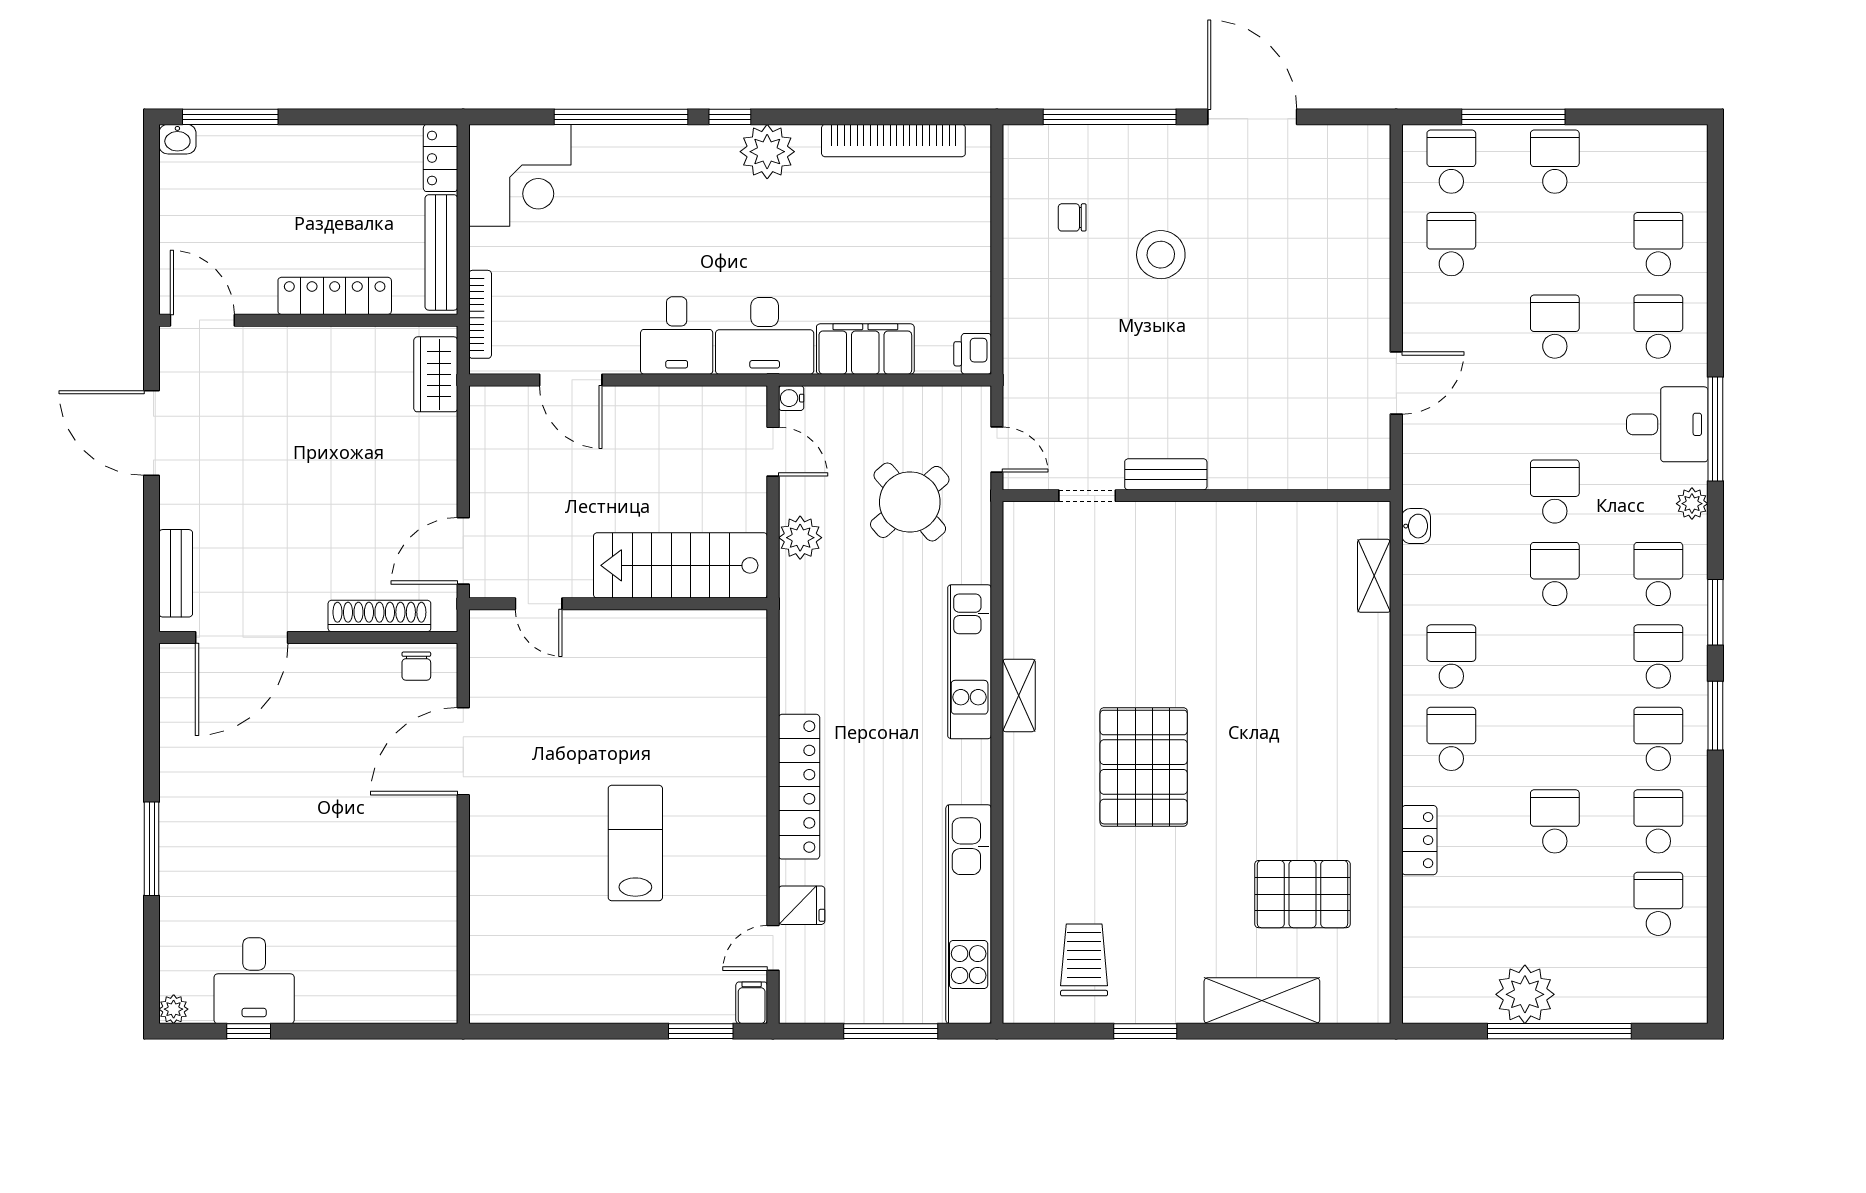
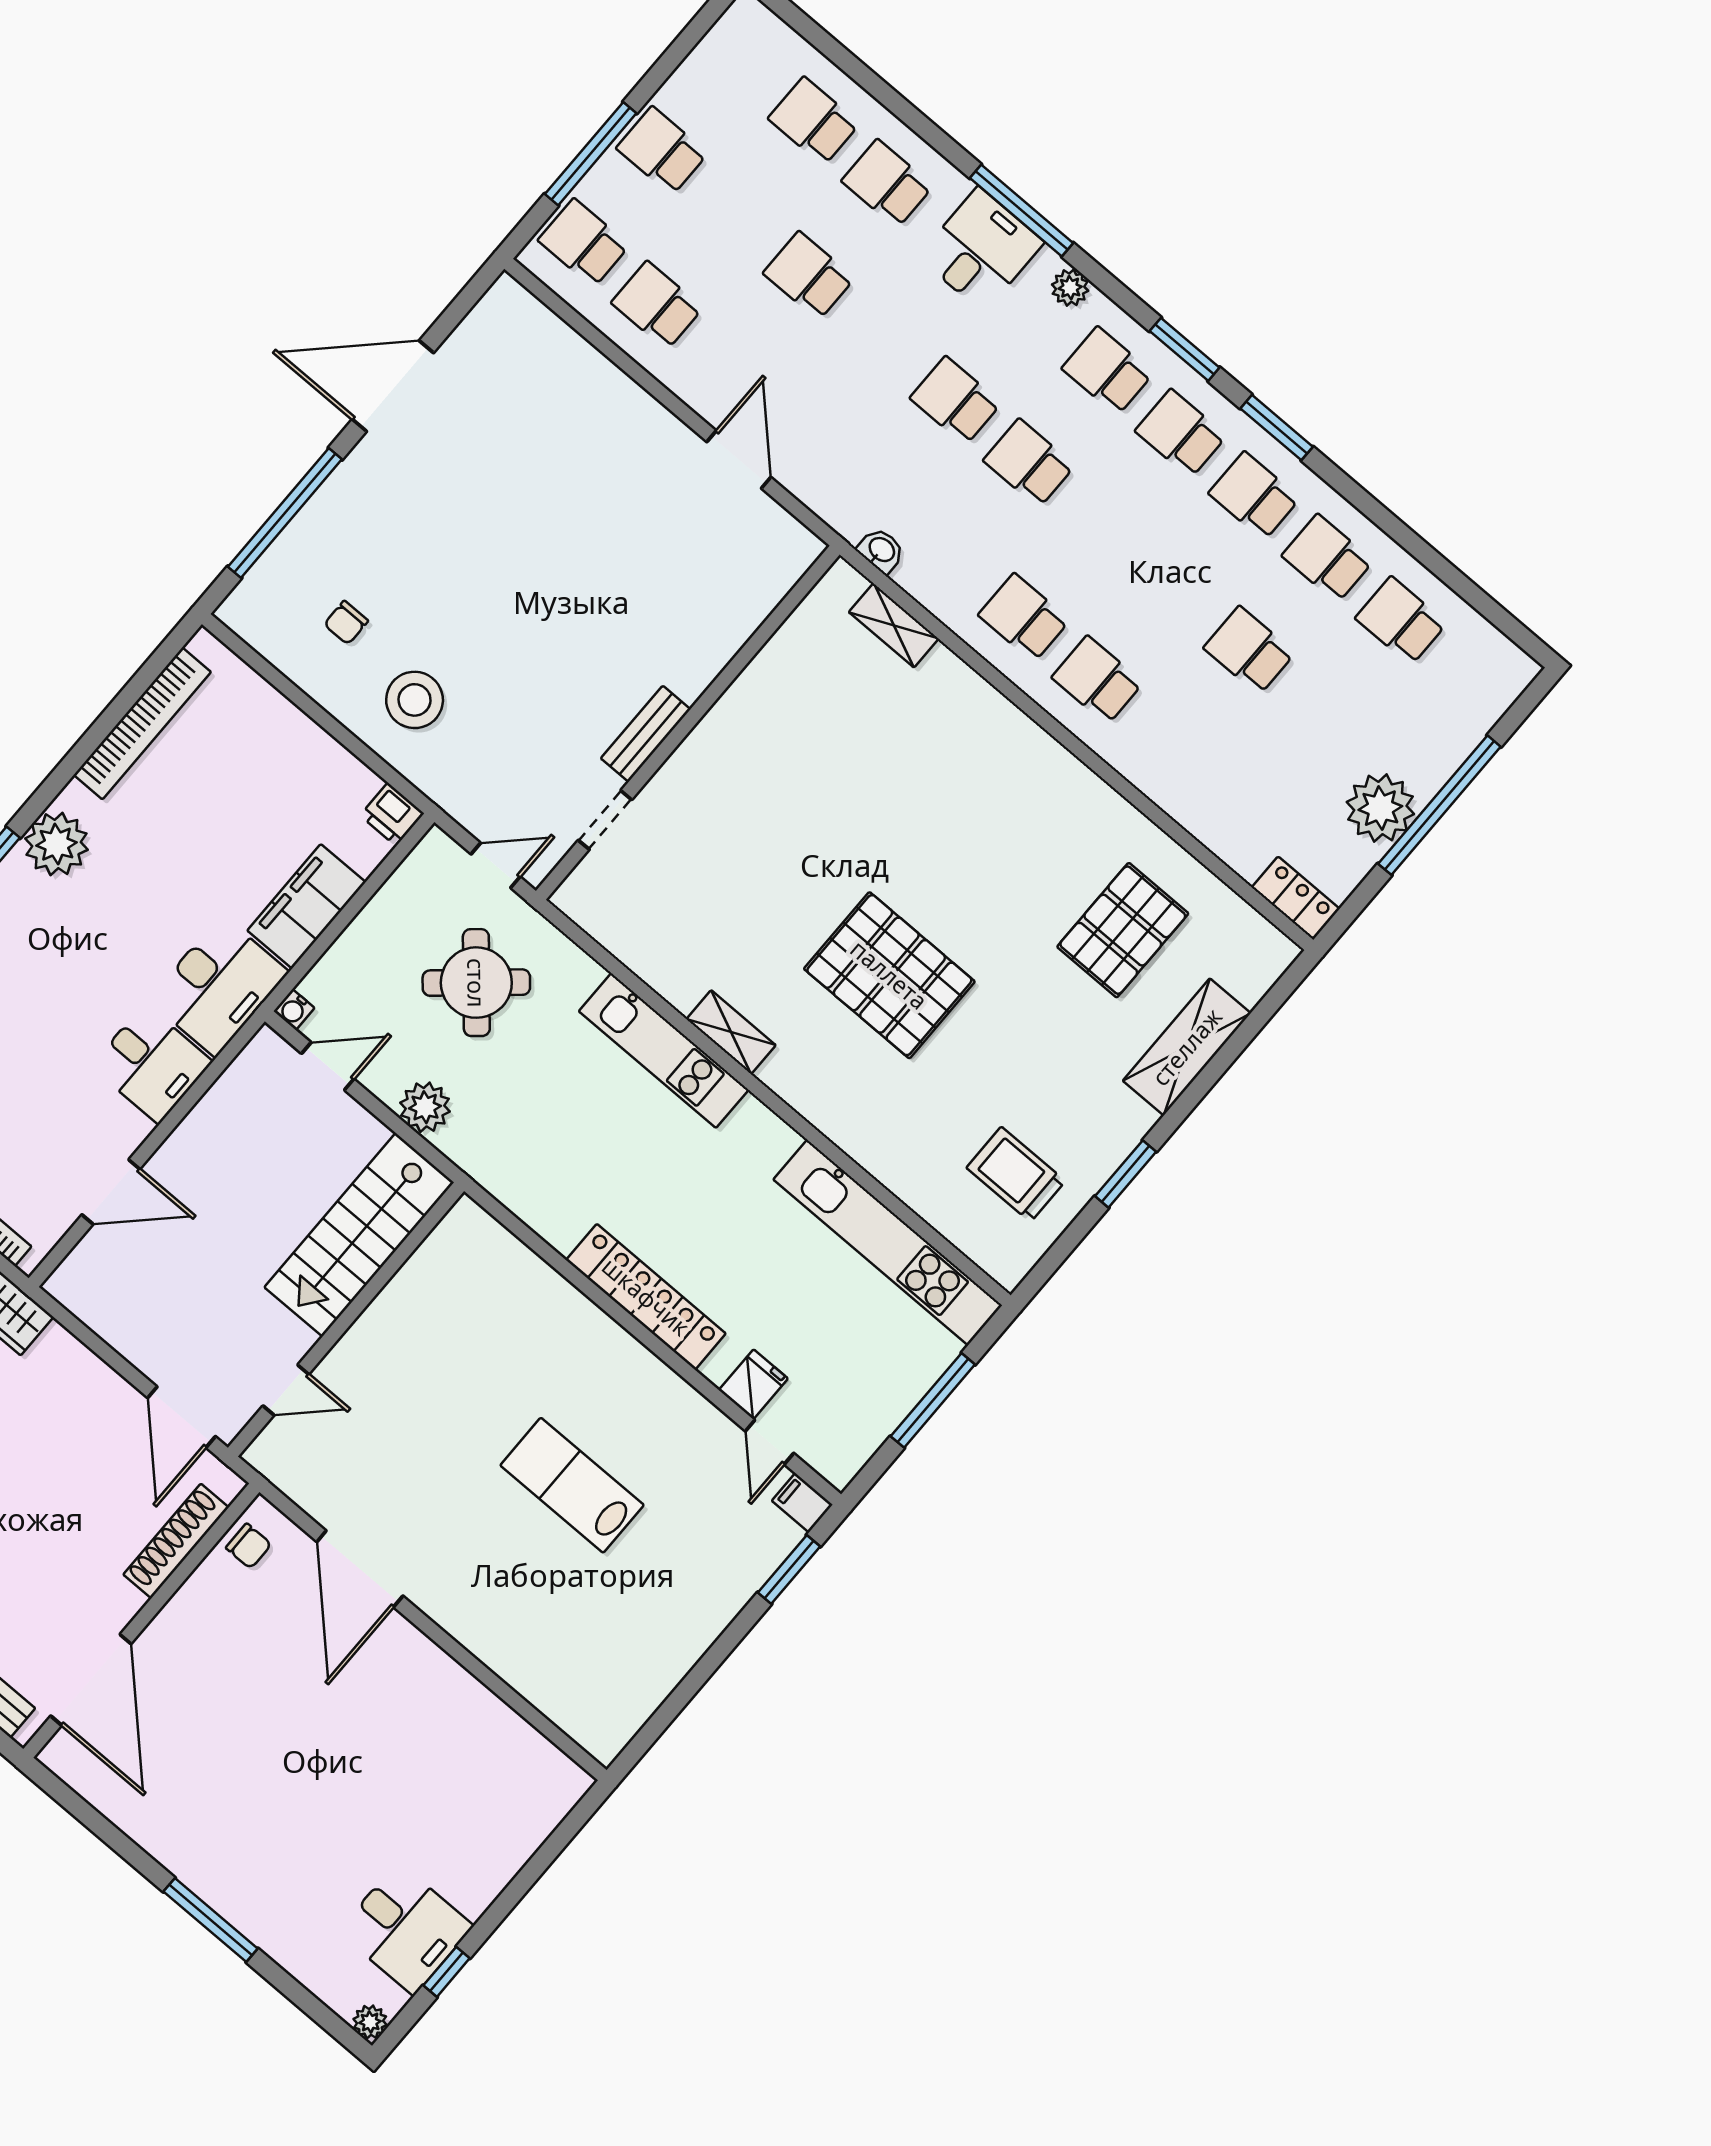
stool: (1161, 255) -> (415, 700), moved
locker: (1419, 840) -> (1296, 898), moved

